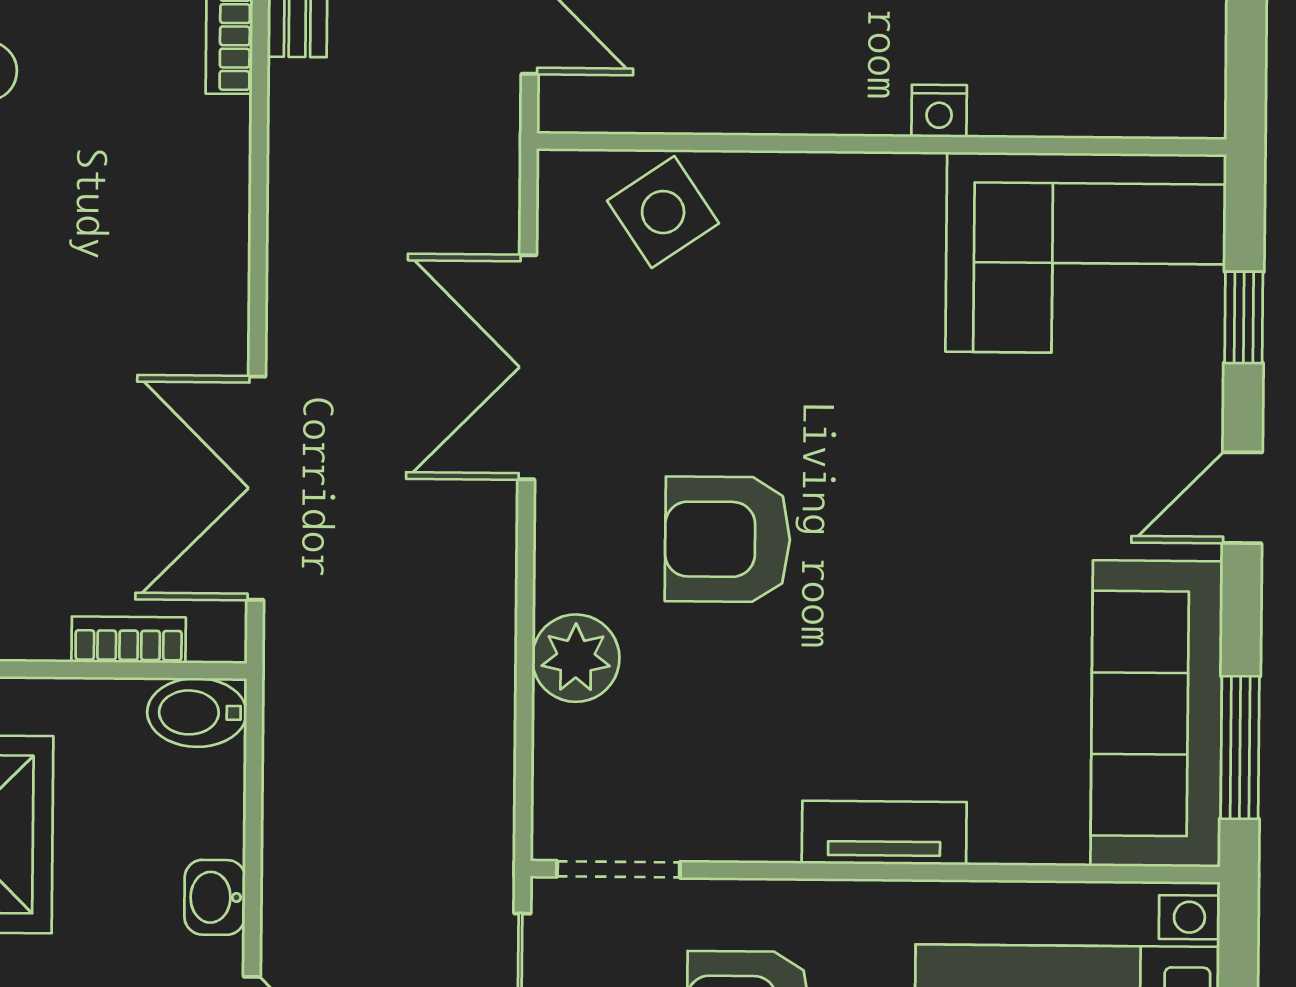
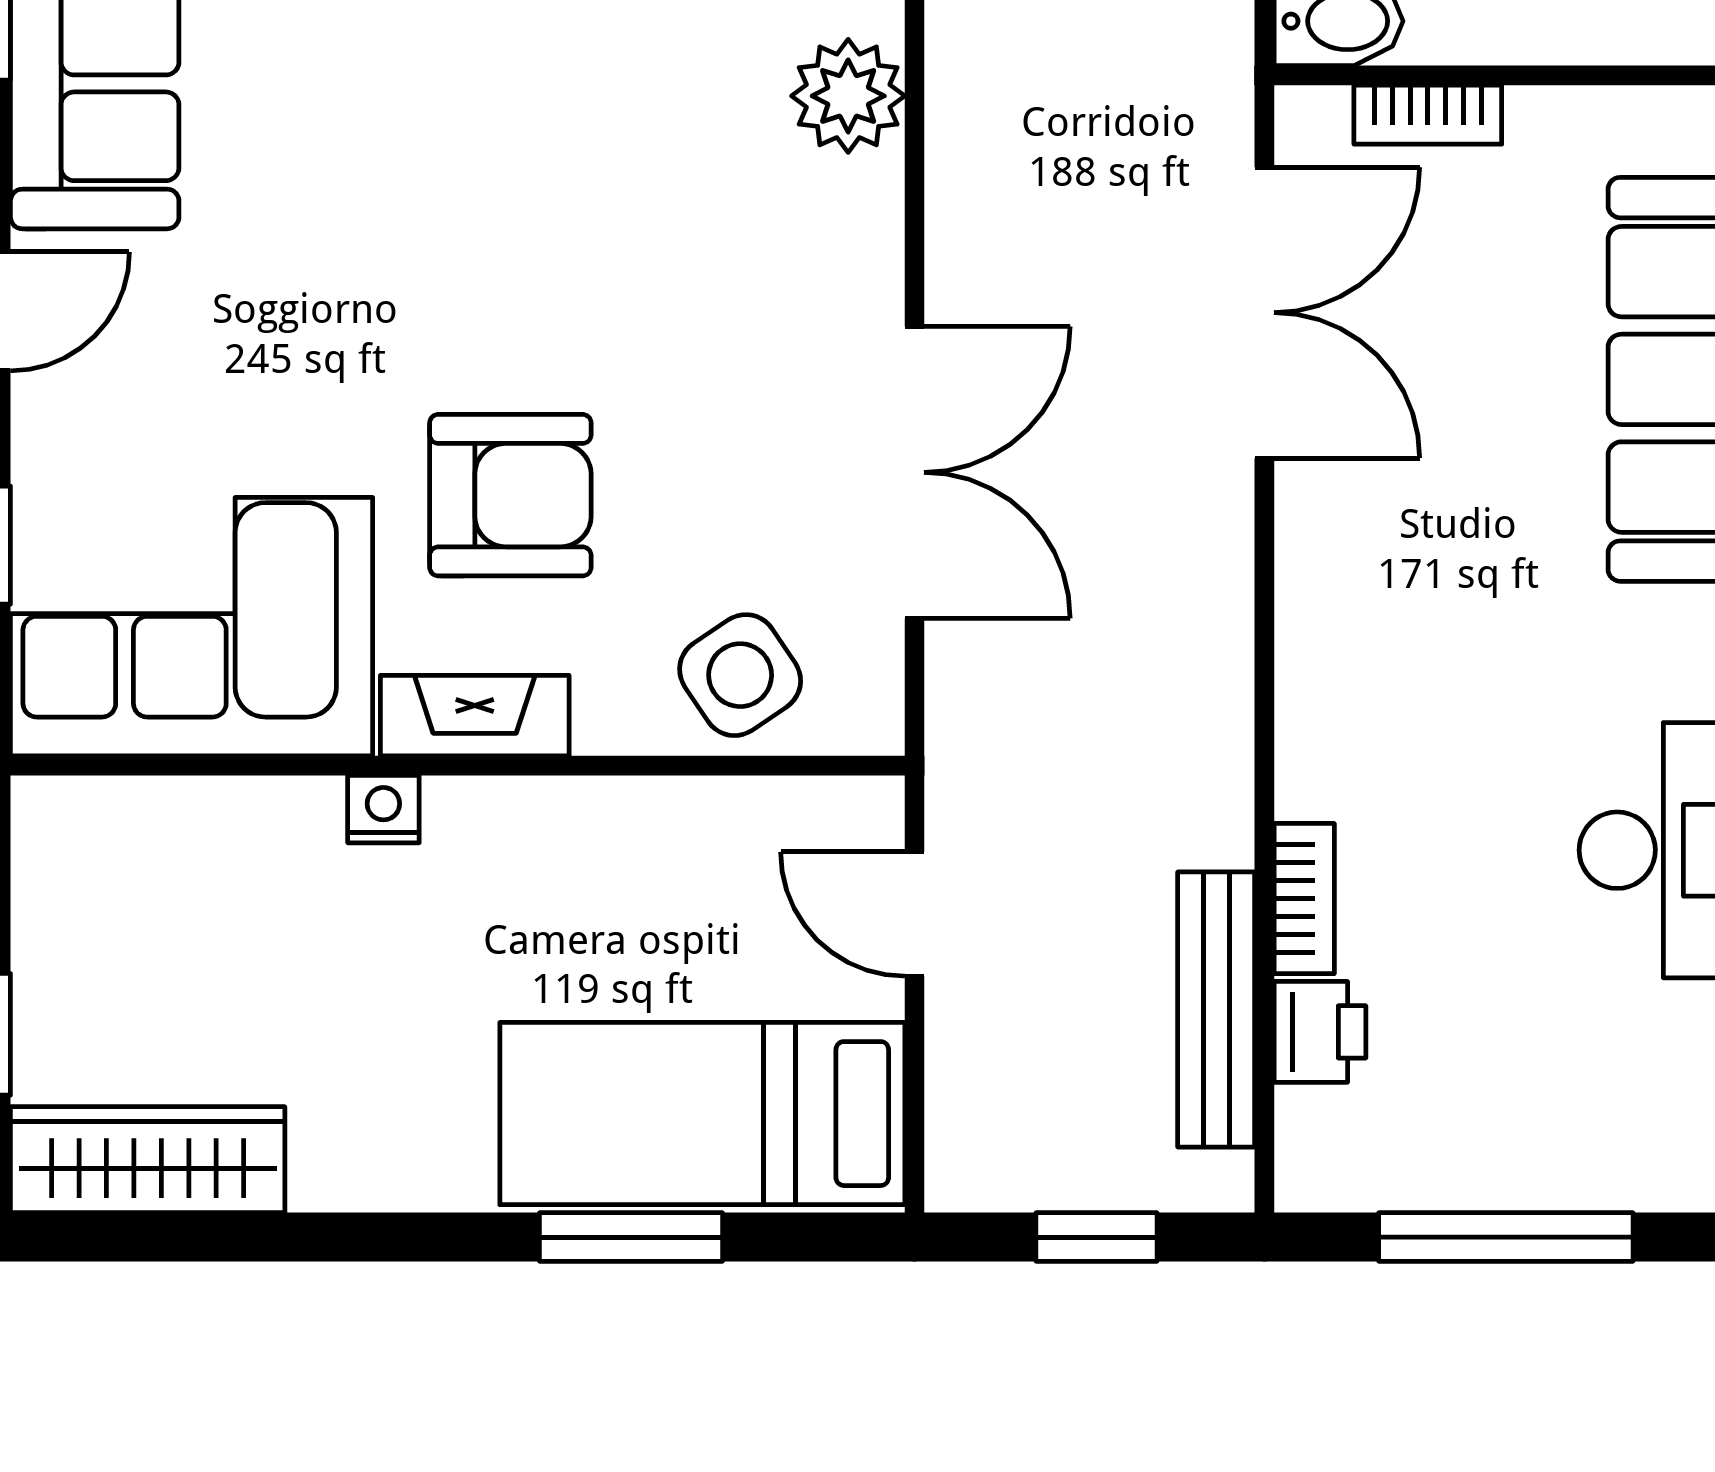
fireplace: (868, 183) -> (475, 716), added
armchair: (728, 539) -> (510, 495), moved

